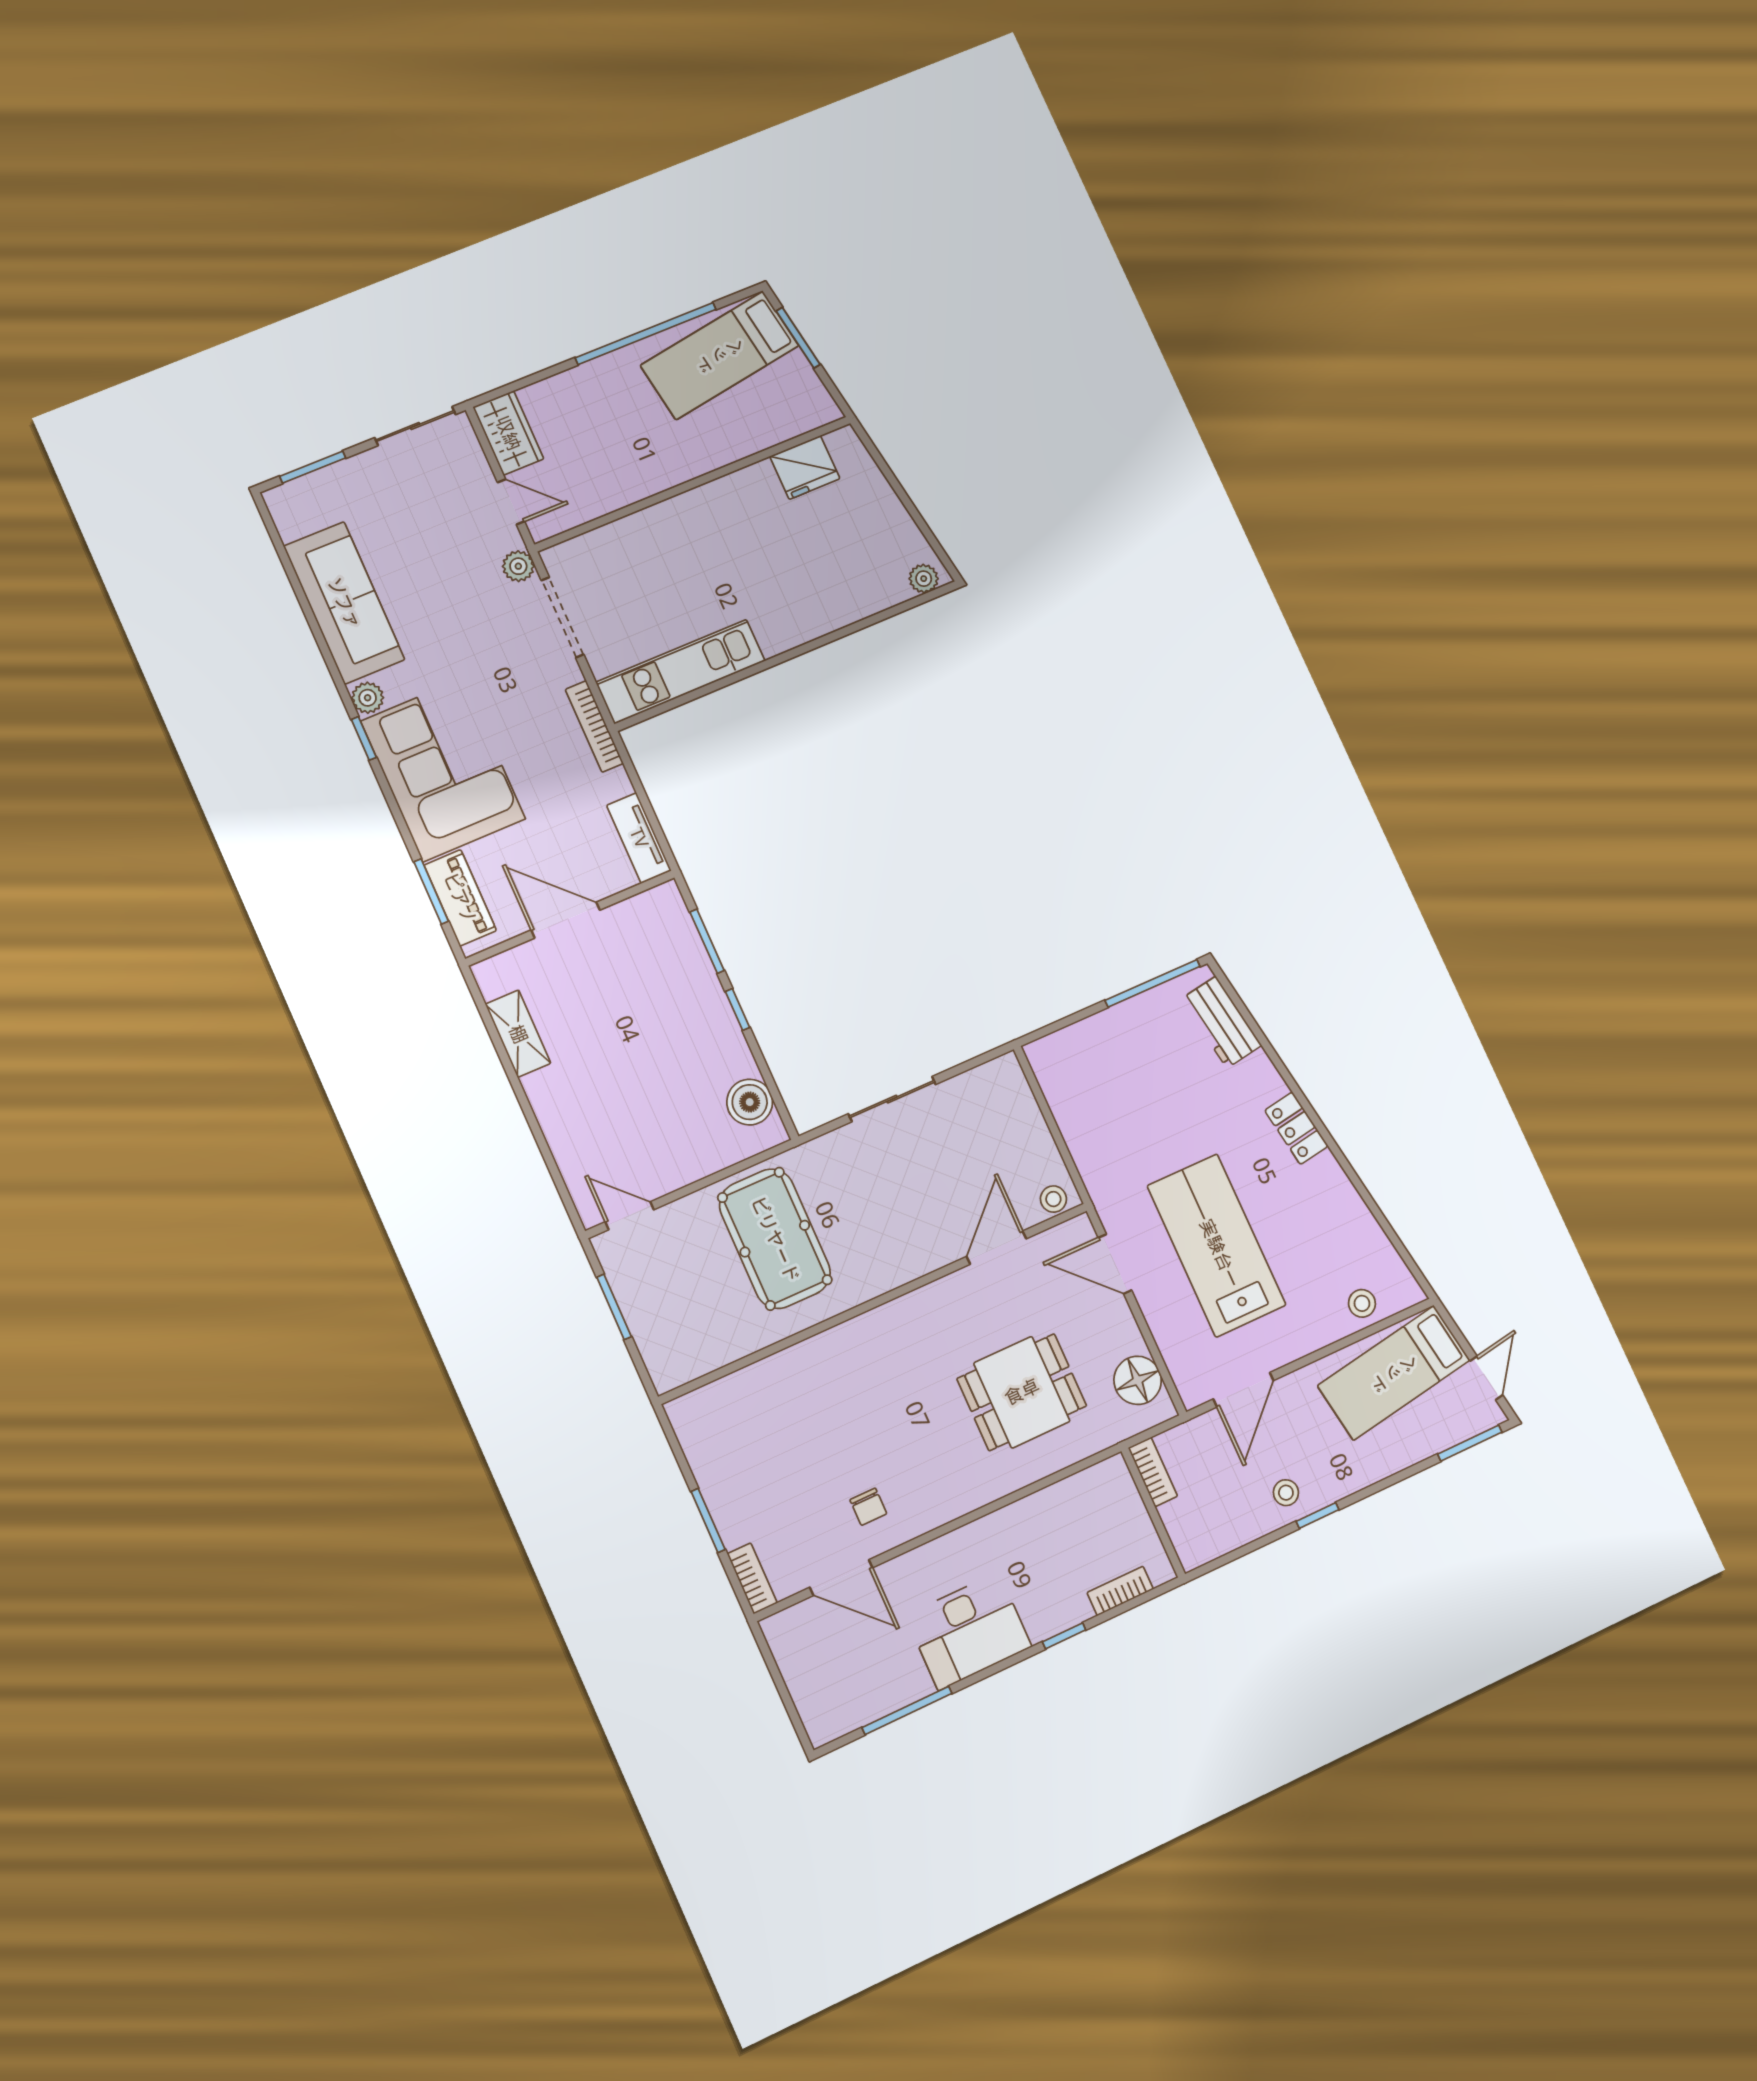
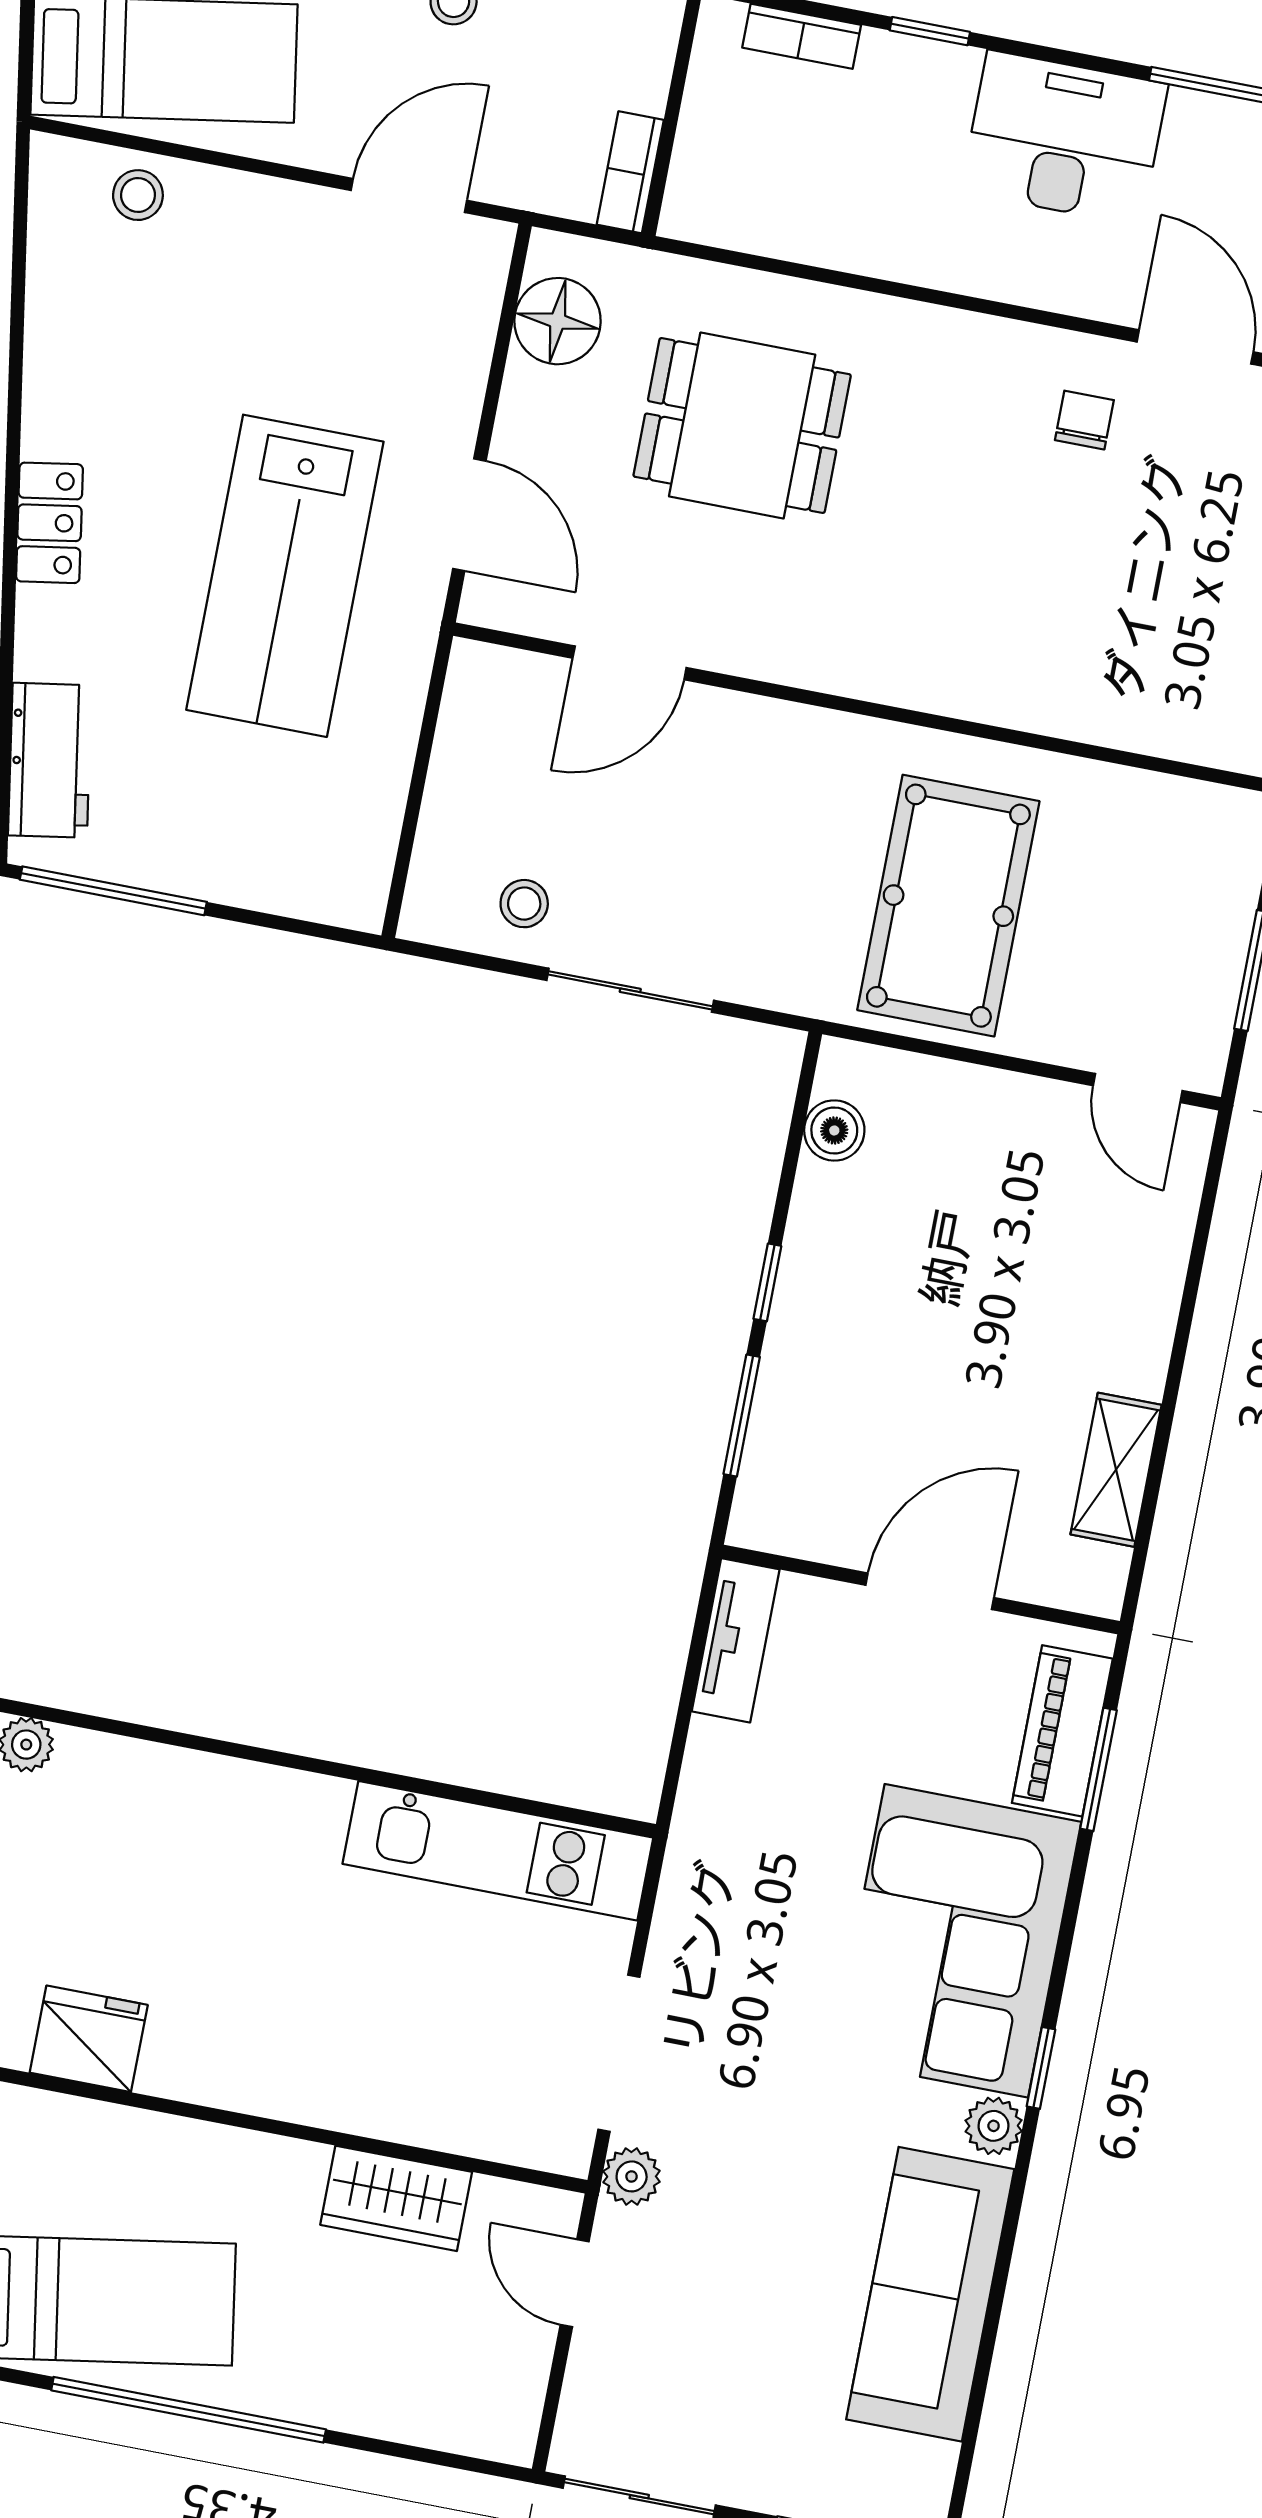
wardrobe: (508, 433) -> (396, 2198), moved, turned -90
bookcase: (594, 726) -> (686, 1855), removed
door: (565, 920) -> (930, 1591), swing flipped
boiler: (750, 1102) -> (834, 1131), width x0.73, depth x0.73
stool: (1053, 1199) -> (524, 904), moved
lab bench: (1216, 1245) -> (285, 576), moved

